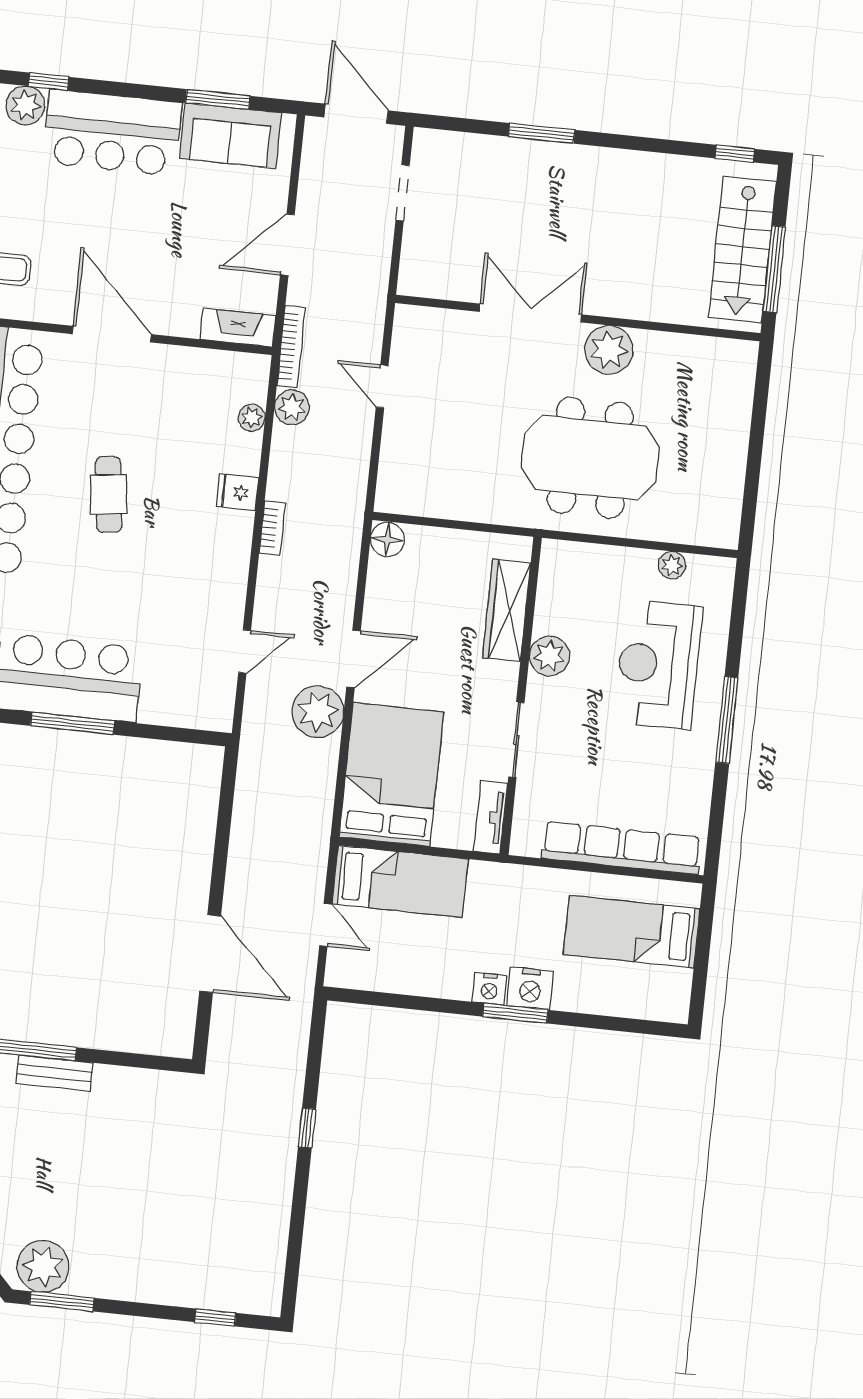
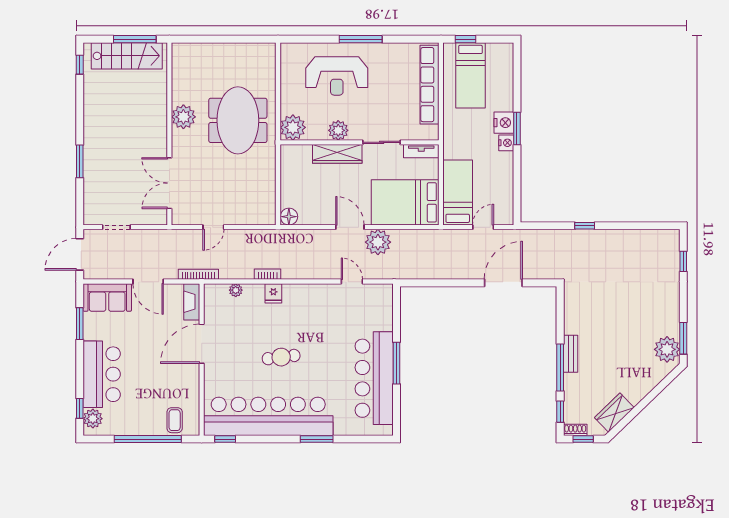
sofa: (231, 136) -> (107, 297), moved, turned 90
double door: (530, 313) -> (169, 183), moved
door: (112, 334) -> (202, 344), moved
plant: (292, 407) -> (228, 271), removed
bookcase: (272, 528) -> (268, 274), moved
plant: (672, 565) -> (293, 127), moved, width x1.87, depth x1.87
wardrobe: (507, 610) -> (337, 154), moved
window: (705, 929) -> (466, 39), added

